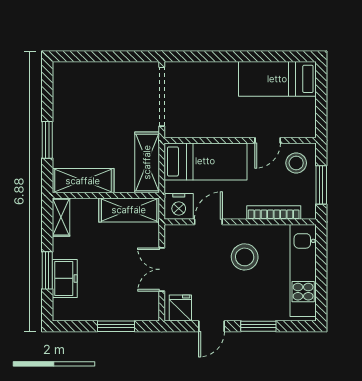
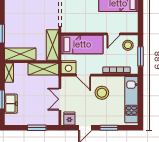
door: (208, 222) -> (84, 75), swing flipped

